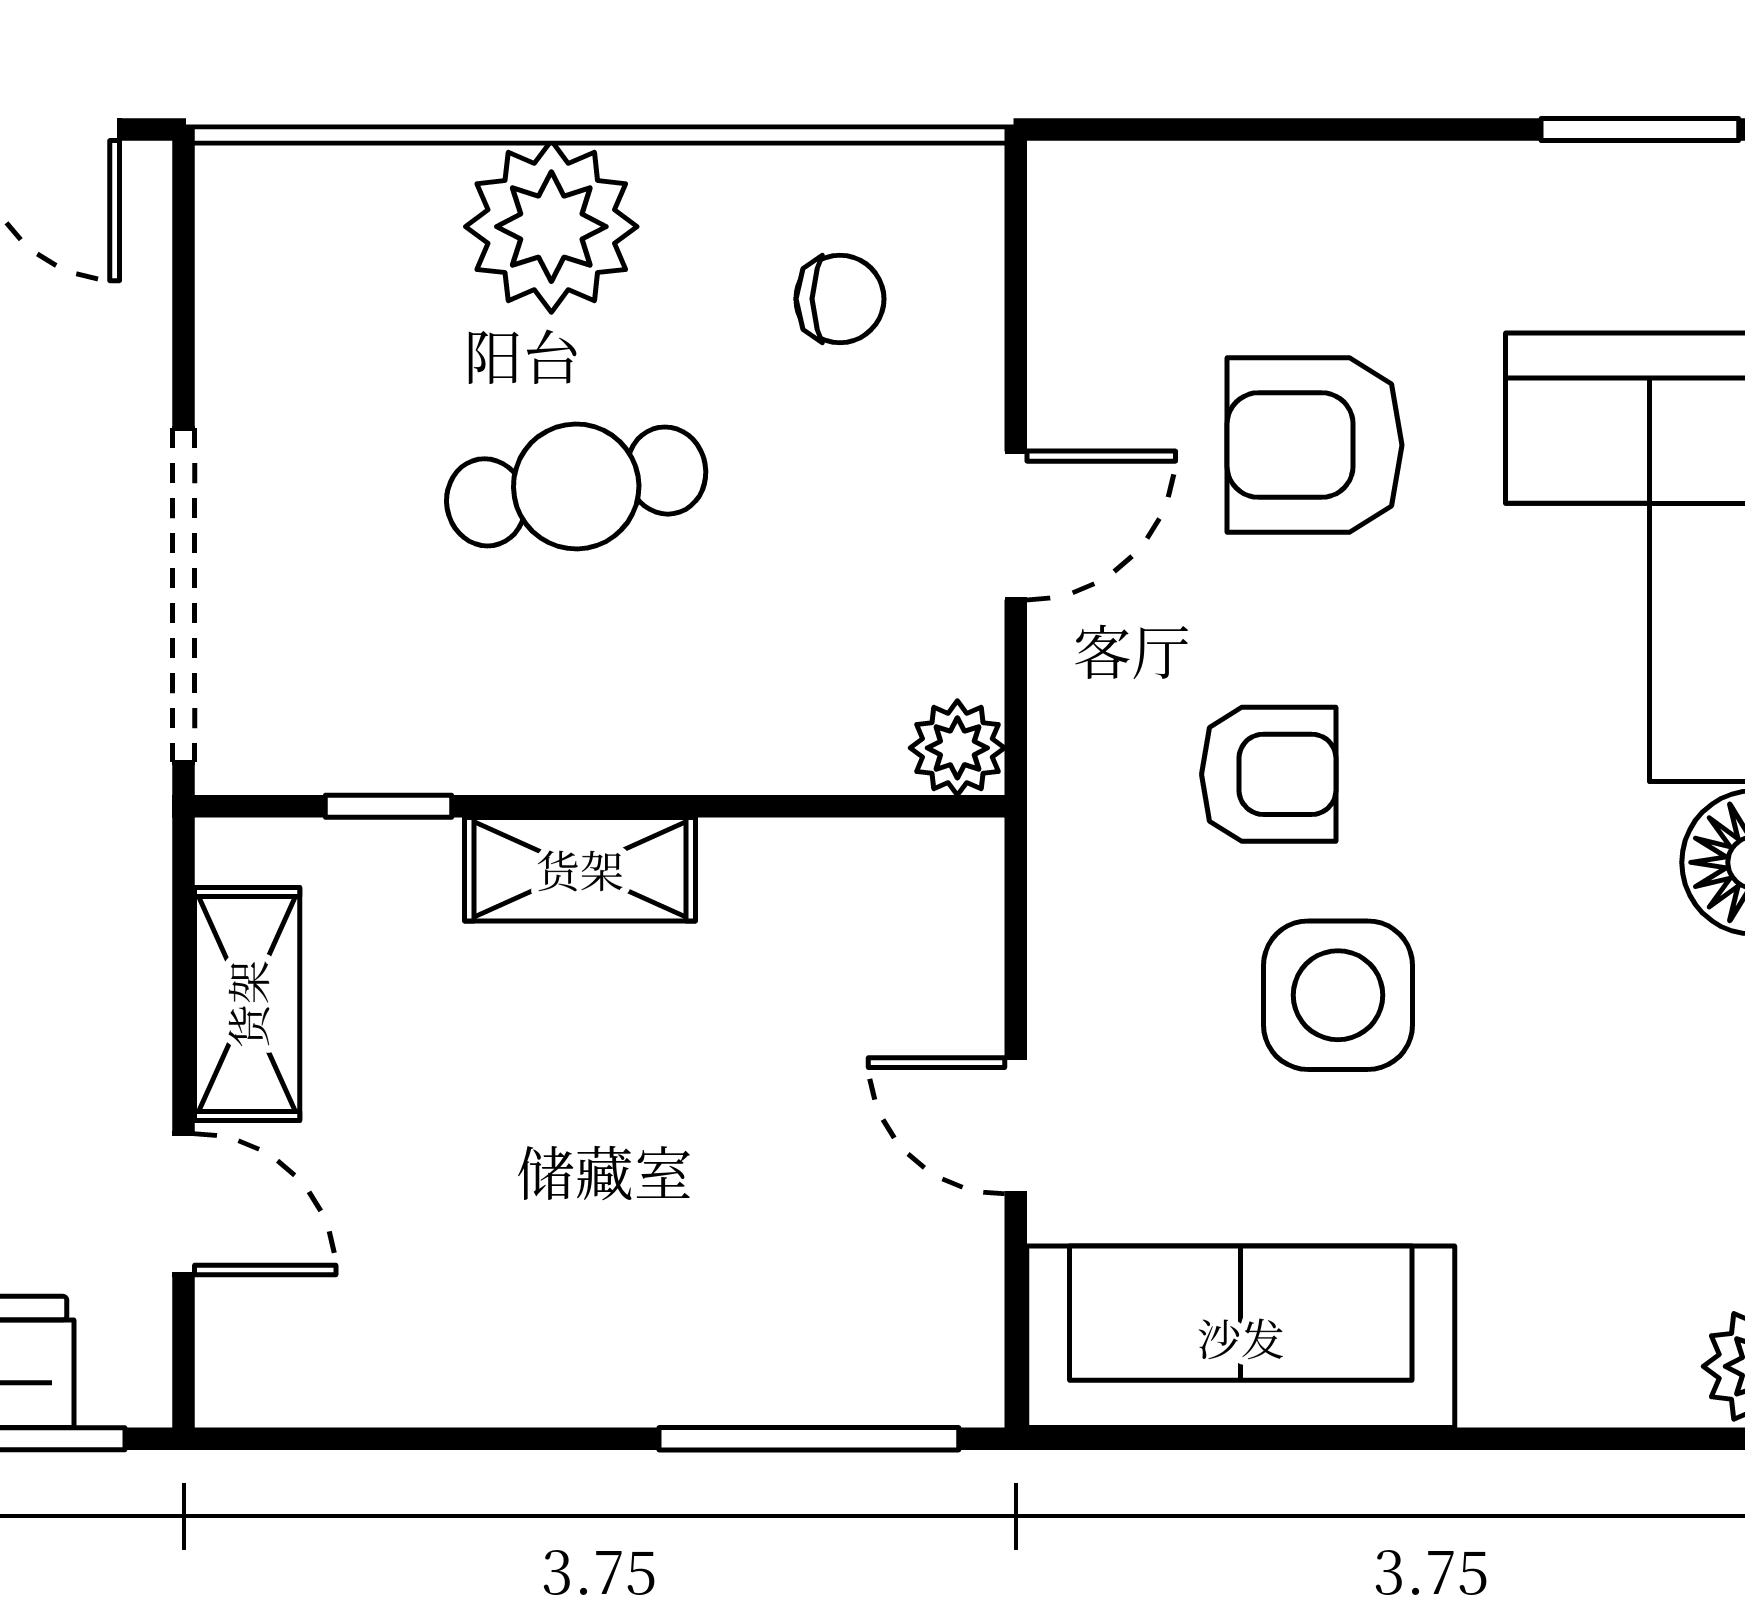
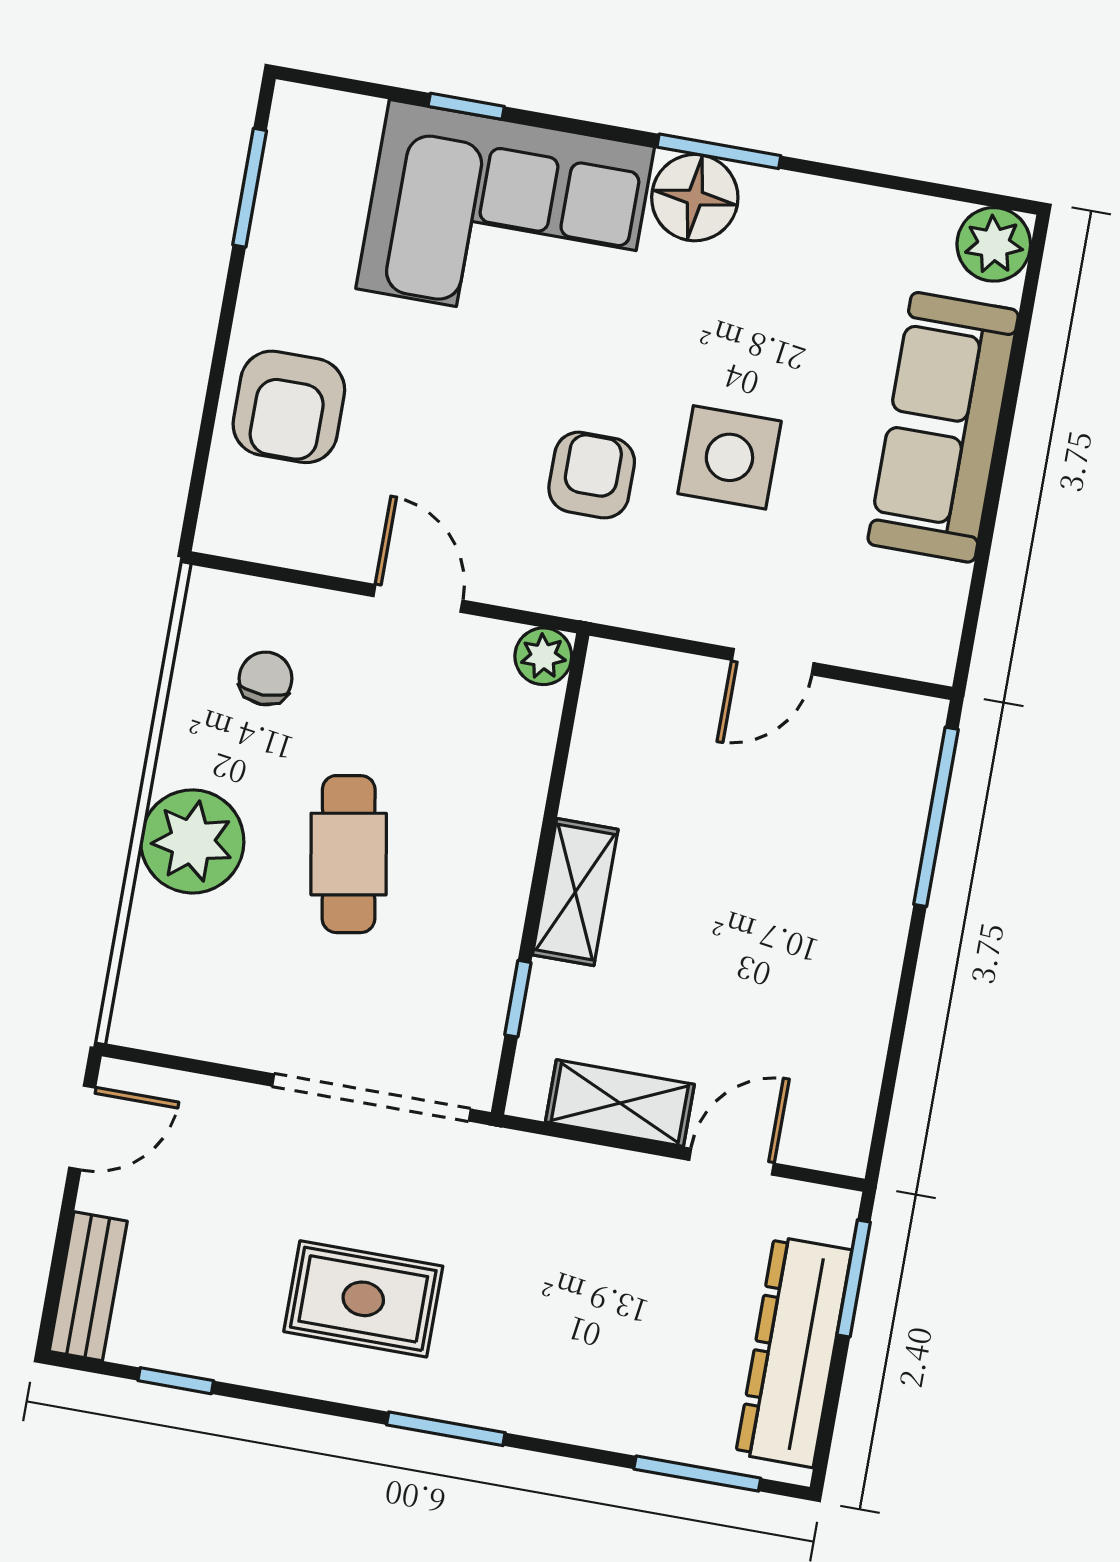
armchair: (1315, 445) -> (289, 407), moved
sofa: (1241, 1337) -> (943, 427), moved

